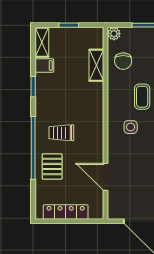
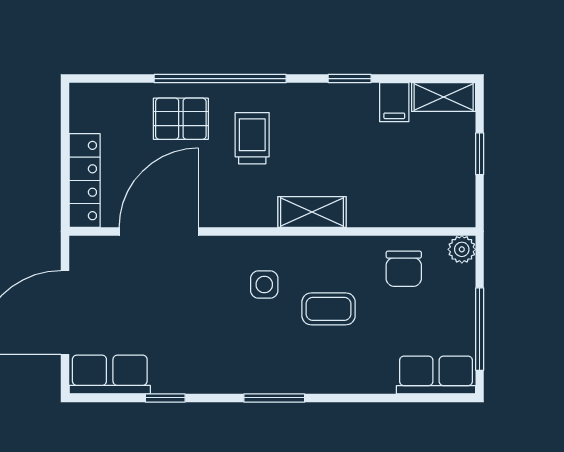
chair: (123, 61) -> (404, 269), turned -90
shelving: (96, 65) -> (312, 212), moved
door: (105, 177) -> (159, 231), width x1.36
locker: (66, 212) -> (85, 181), moved

